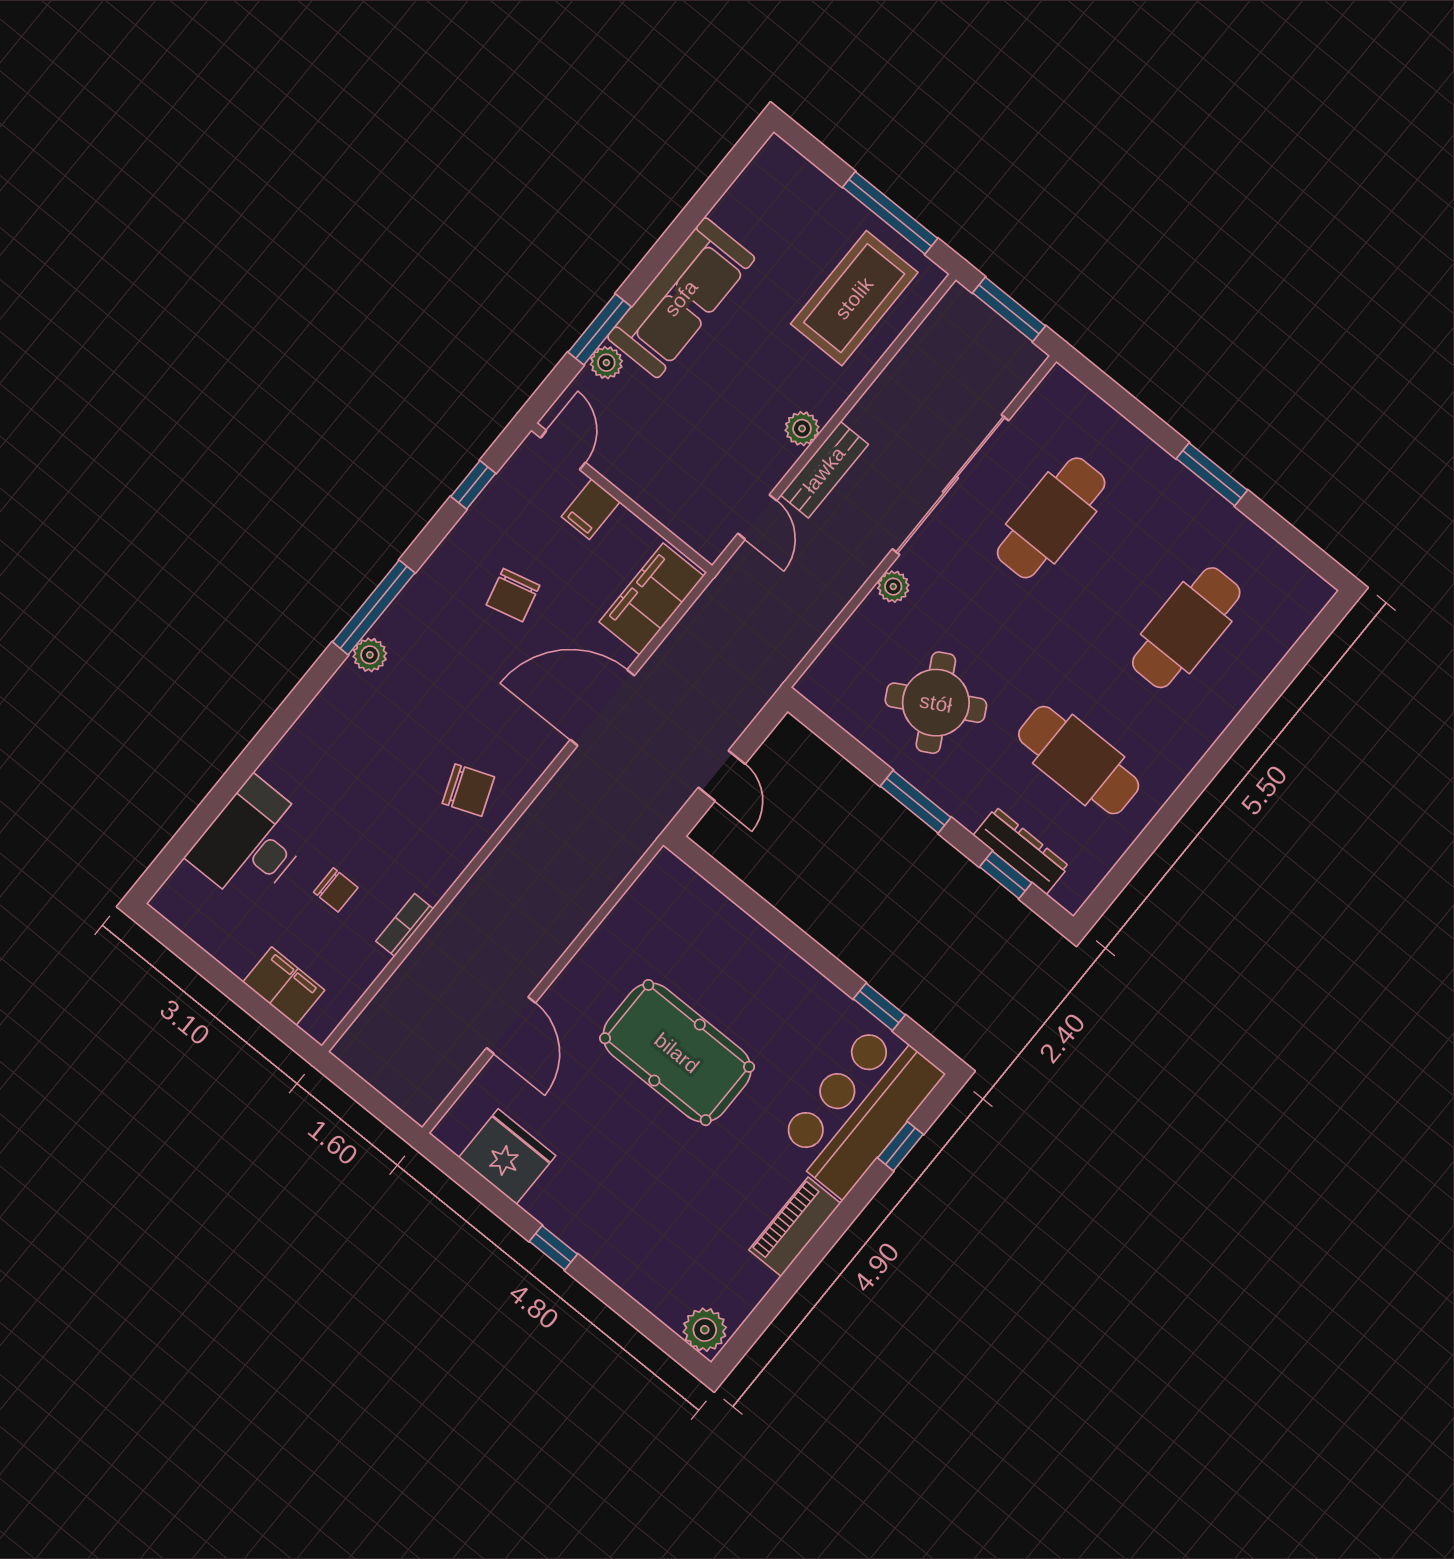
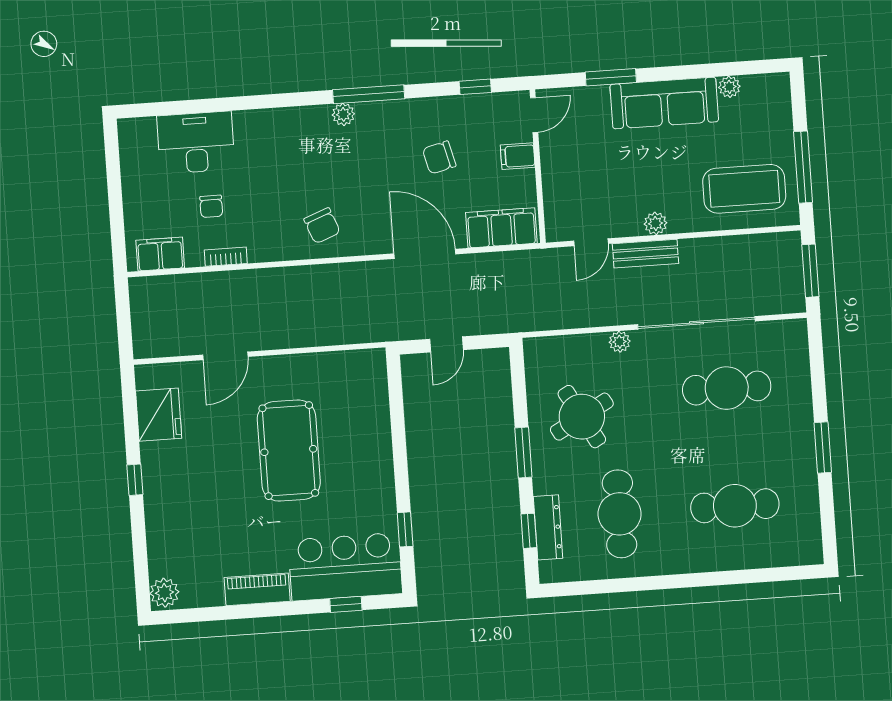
plant: (606, 363) -> (729, 87), moved
filing cabinet: (284, 986) -> (160, 254), moved, turned -90

